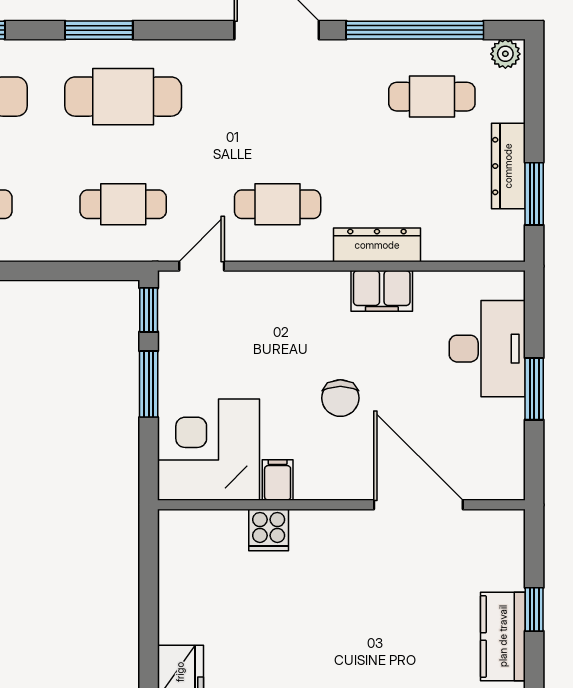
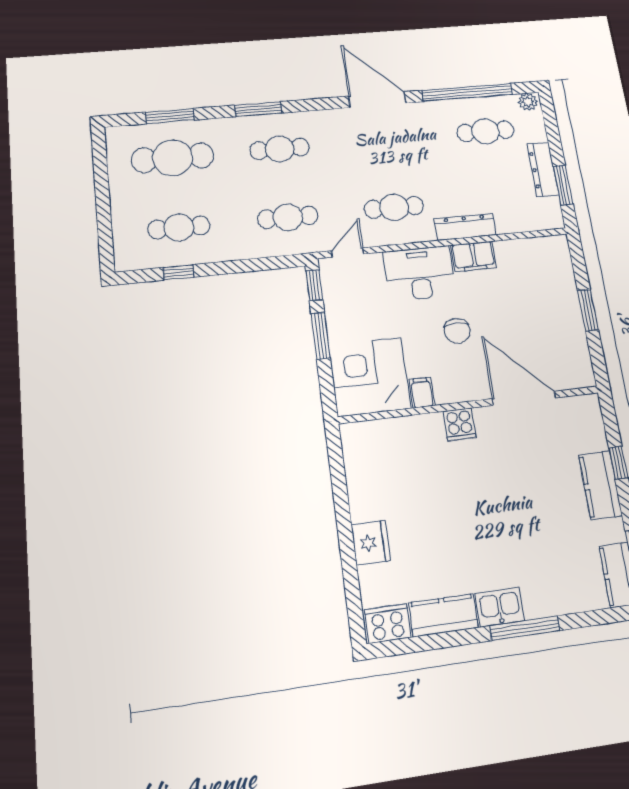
cafe table: (123, 97) -> (280, 149), width x0.73, depth x0.74
desk: (487, 349) -> (420, 273), moved, turned -90
cooker: (269, 530) -> (459, 424), moved

